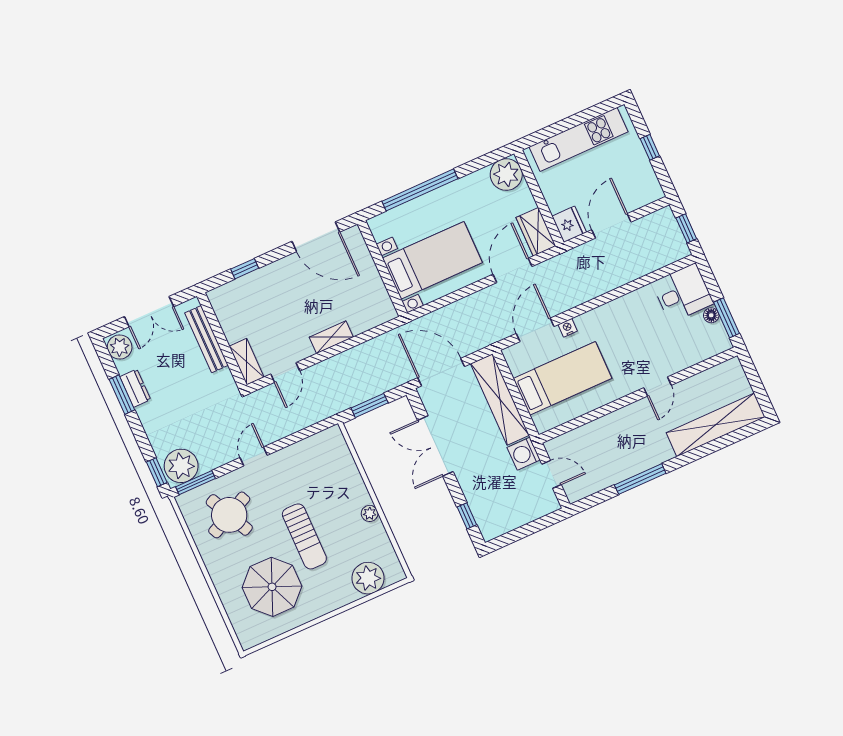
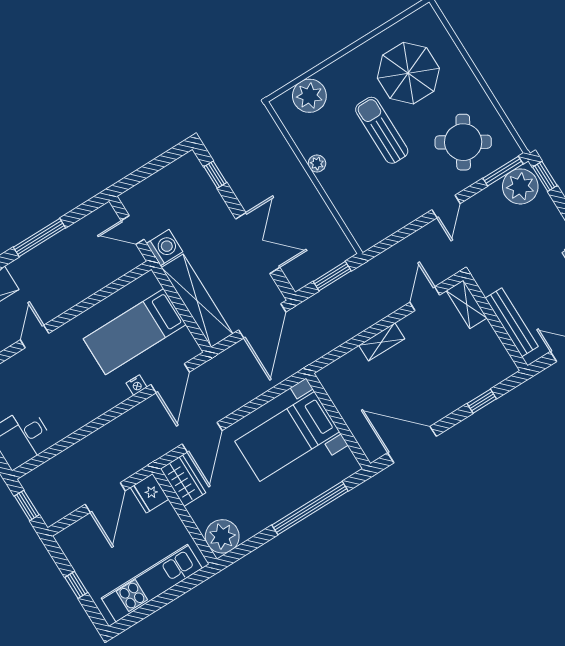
door: (441, 372) -> (262, 321), hinge flipped
round table: (229, 515) -> (463, 142), turned -33

